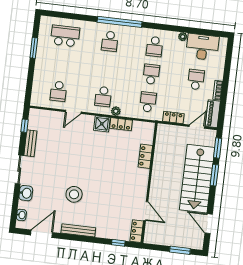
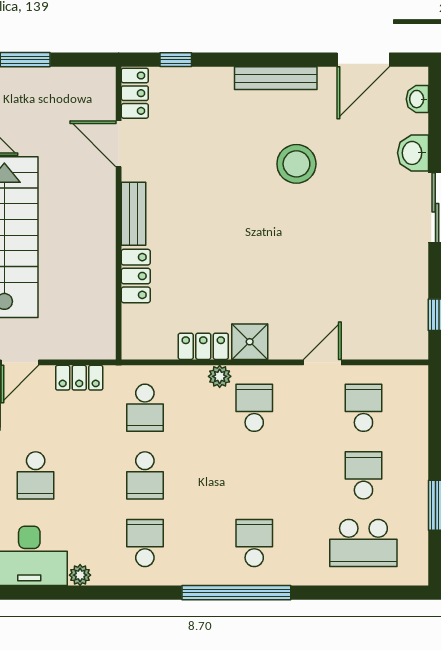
school desk: (62, 64) -> (363, 475), added
bench: (30, 143) -> (134, 214), moved

